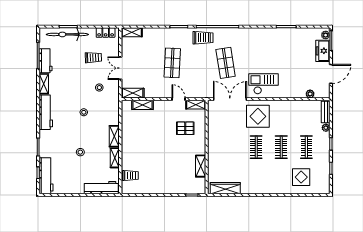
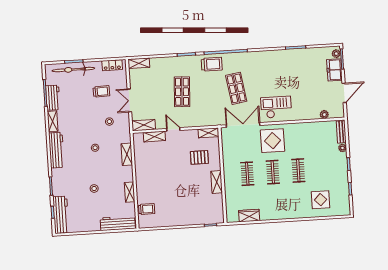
door: (179, 99) -> (173, 129), moved
shelving: (114, 136) -> (127, 154), moved
clothes rail: (306, 147) -> (247, 174), moved
shelving: (201, 166) -> (217, 182), moved
wardrobe: (225, 188) -> (249, 216), width x0.67

